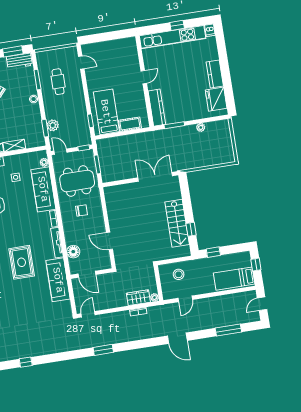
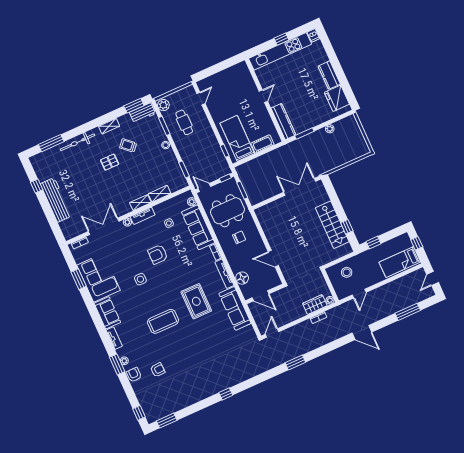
door: (81, 62) -> (201, 99), hinge flipped
plant: (53, 125) -> (163, 105), moved

